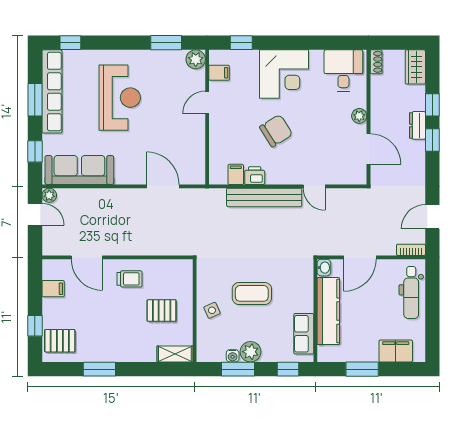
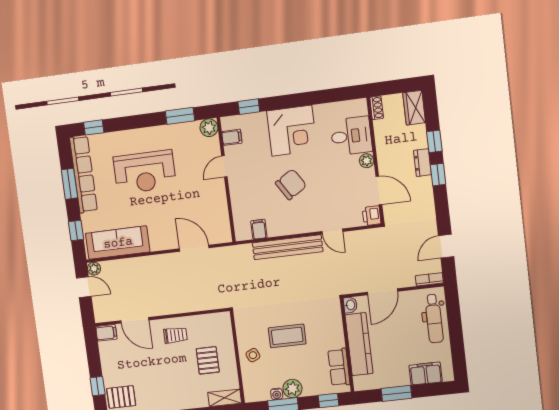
desk: (343, 70) -> (351, 136), moved, turned 90
reception desk: (120, 98) -> (145, 172), turned 90
printer: (255, 176) -> (372, 216), moved, turned -90
filing cabinet: (53, 289) -> (106, 333), moved
pallet: (162, 311) -> (208, 360), turned 90

